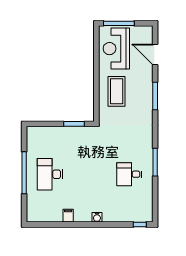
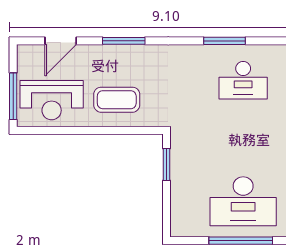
desk: (50, 174) -> (243, 201), width x1.36, depth x1.30
desk: (129, 174) -> (243, 80), width x1.37

